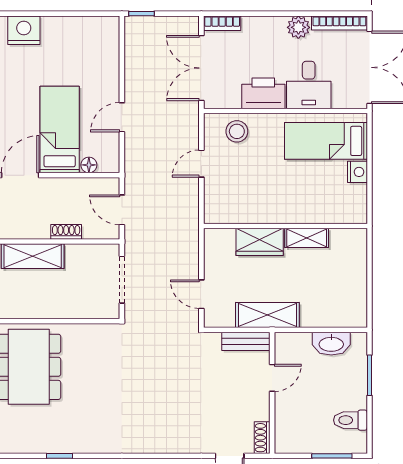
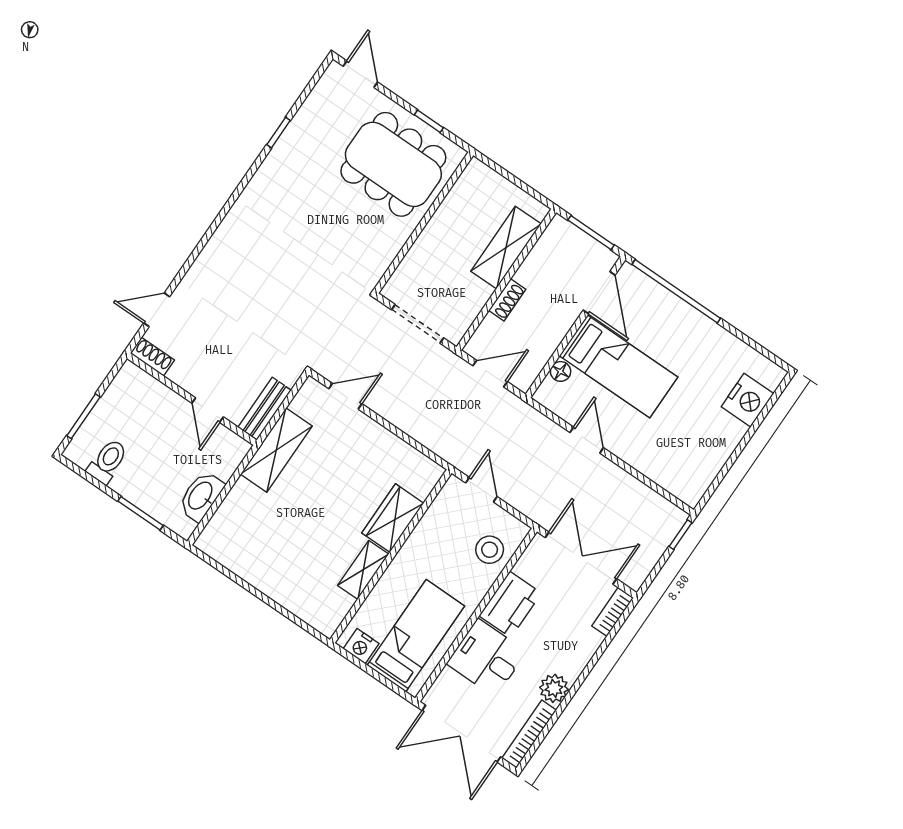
wall: (285, 226) -> (391, 556), moved
shelving: (307, 238) -> (363, 570), moved
wardrobe: (260, 242) -> (393, 518), moved

